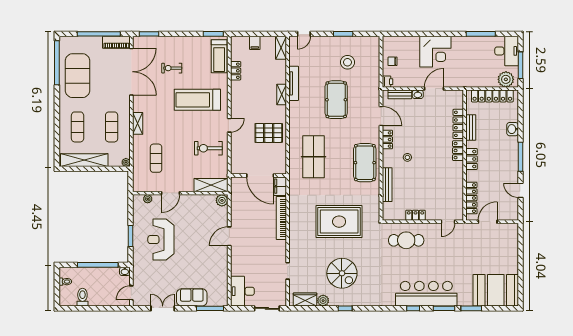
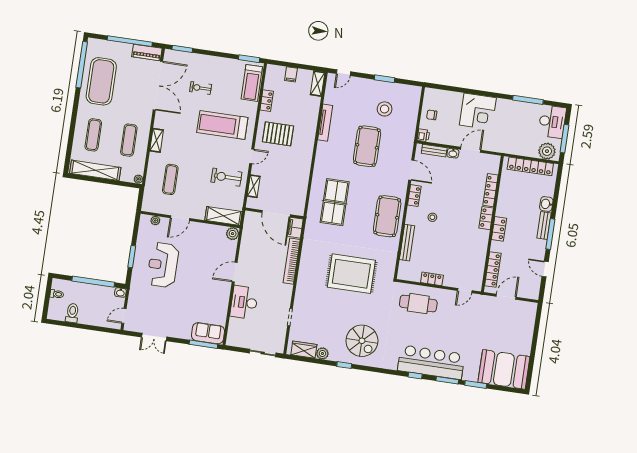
shelving: (282, 94) -> (254, 186), moved
bench: (471, 127) -> (544, 226), moved
pallet: (269, 133) -> (278, 134), moved
spiral stairs: (342, 273) -> (362, 341), moved
desk: (242, 291) -> (244, 302), moved
sofa: (192, 297) -> (208, 333), moved
double door: (163, 308) -> (154, 337), swing flipped

